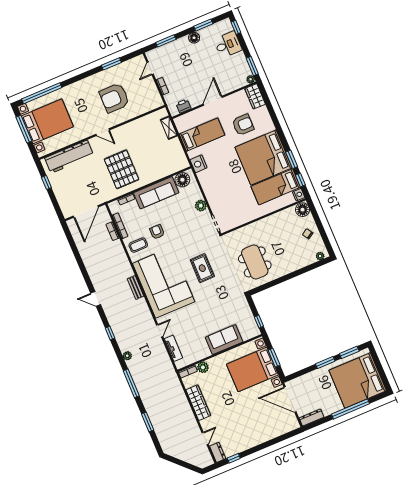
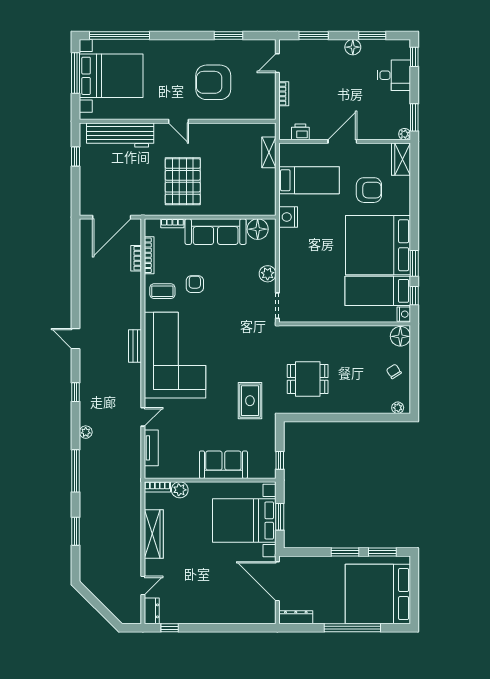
dining table: (255, 262) -> (308, 379), width x0.73
rug: (202, 268) -> (250, 401), moved

